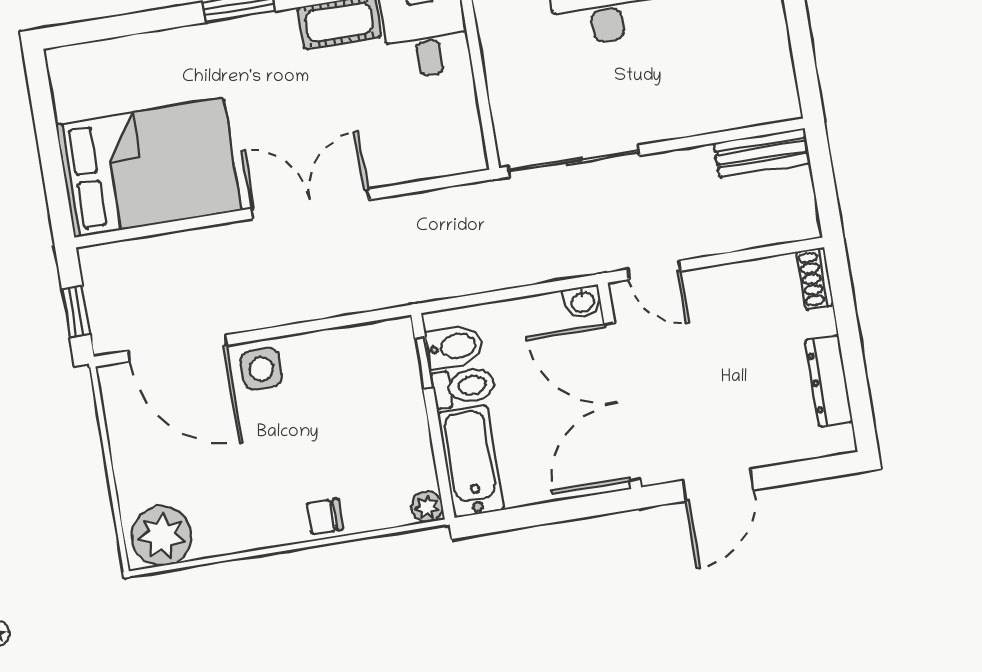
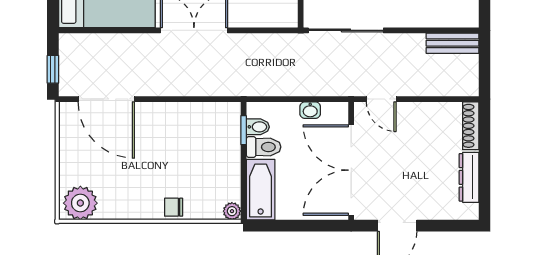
shoe rack: (815, 278) -> (471, 126), width x1.43
washbasin: (583, 301) -> (310, 110), moved
bidet: (454, 347) -> (258, 127), width x0.72, depth x0.74
side table: (261, 369) -> (152, 118), removed

